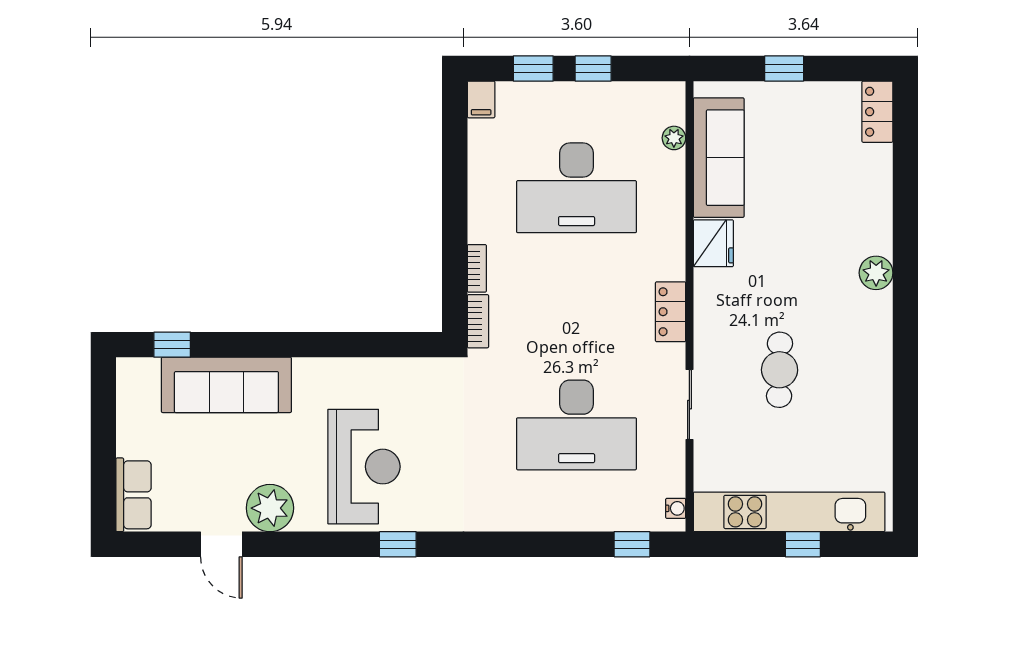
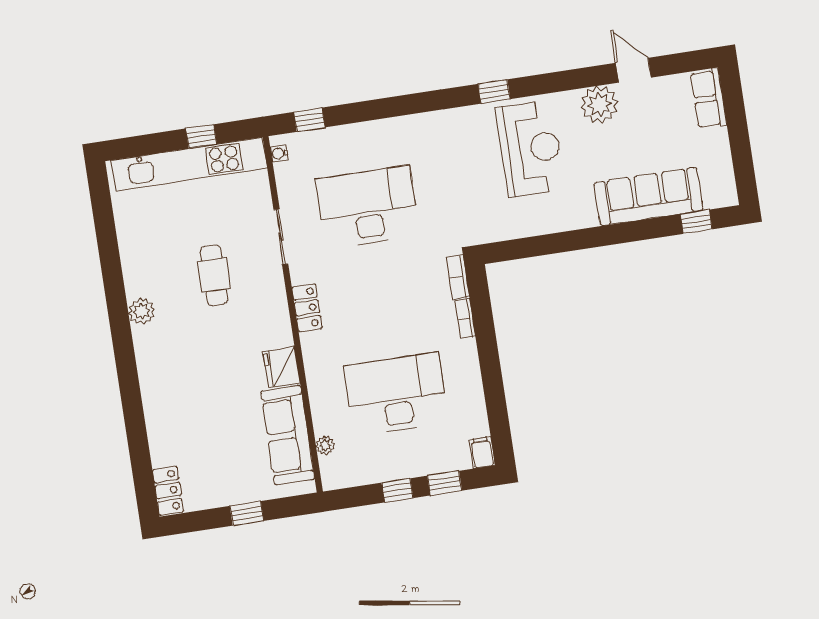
plant: (876, 273) -> (142, 311), moved
reception desk: (364, 467) -> (530, 149), turned 180
window: (803, 544) -> (201, 136), moved

